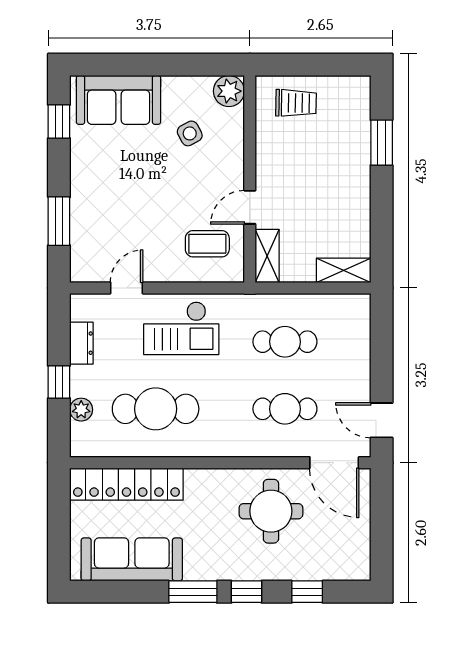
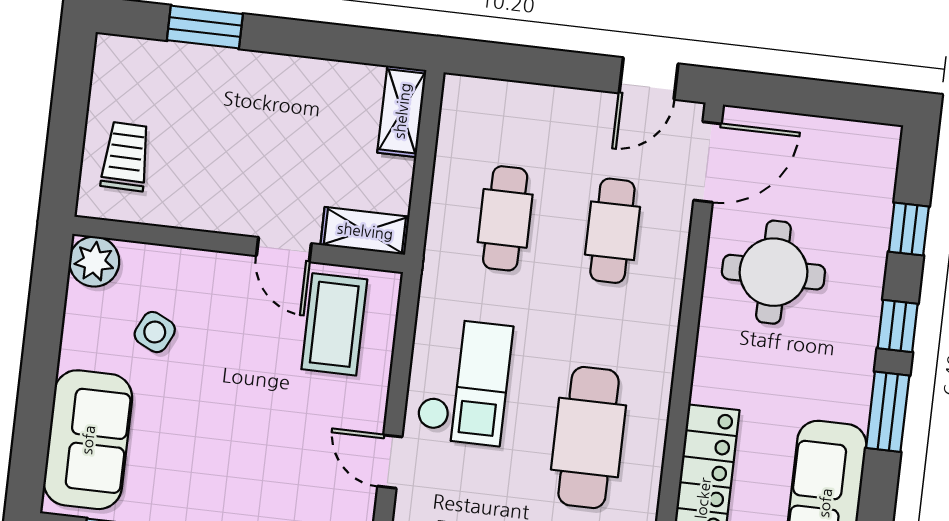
side table: (190, 133) -> (155, 332), turned -36
coffee table: (207, 244) -> (334, 324), width x1.36, depth x1.30

